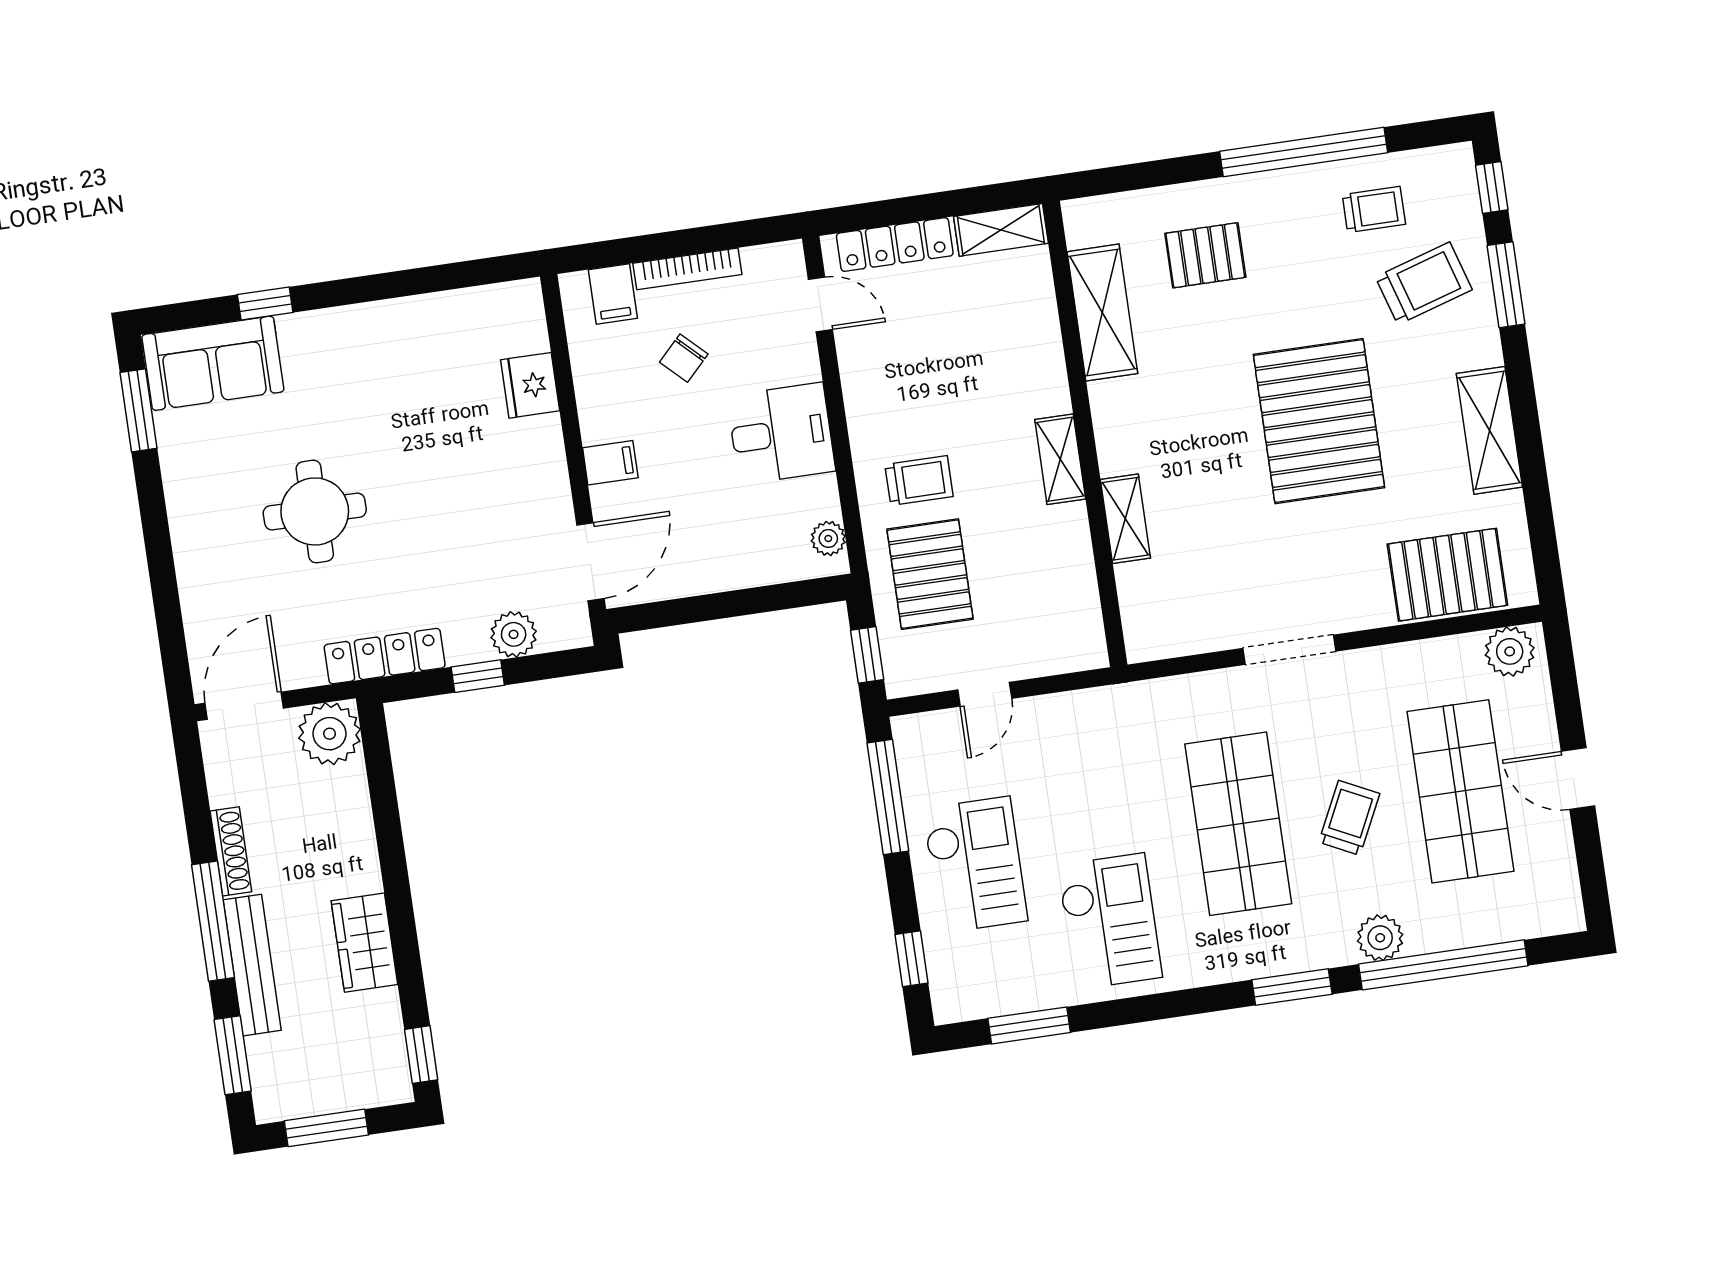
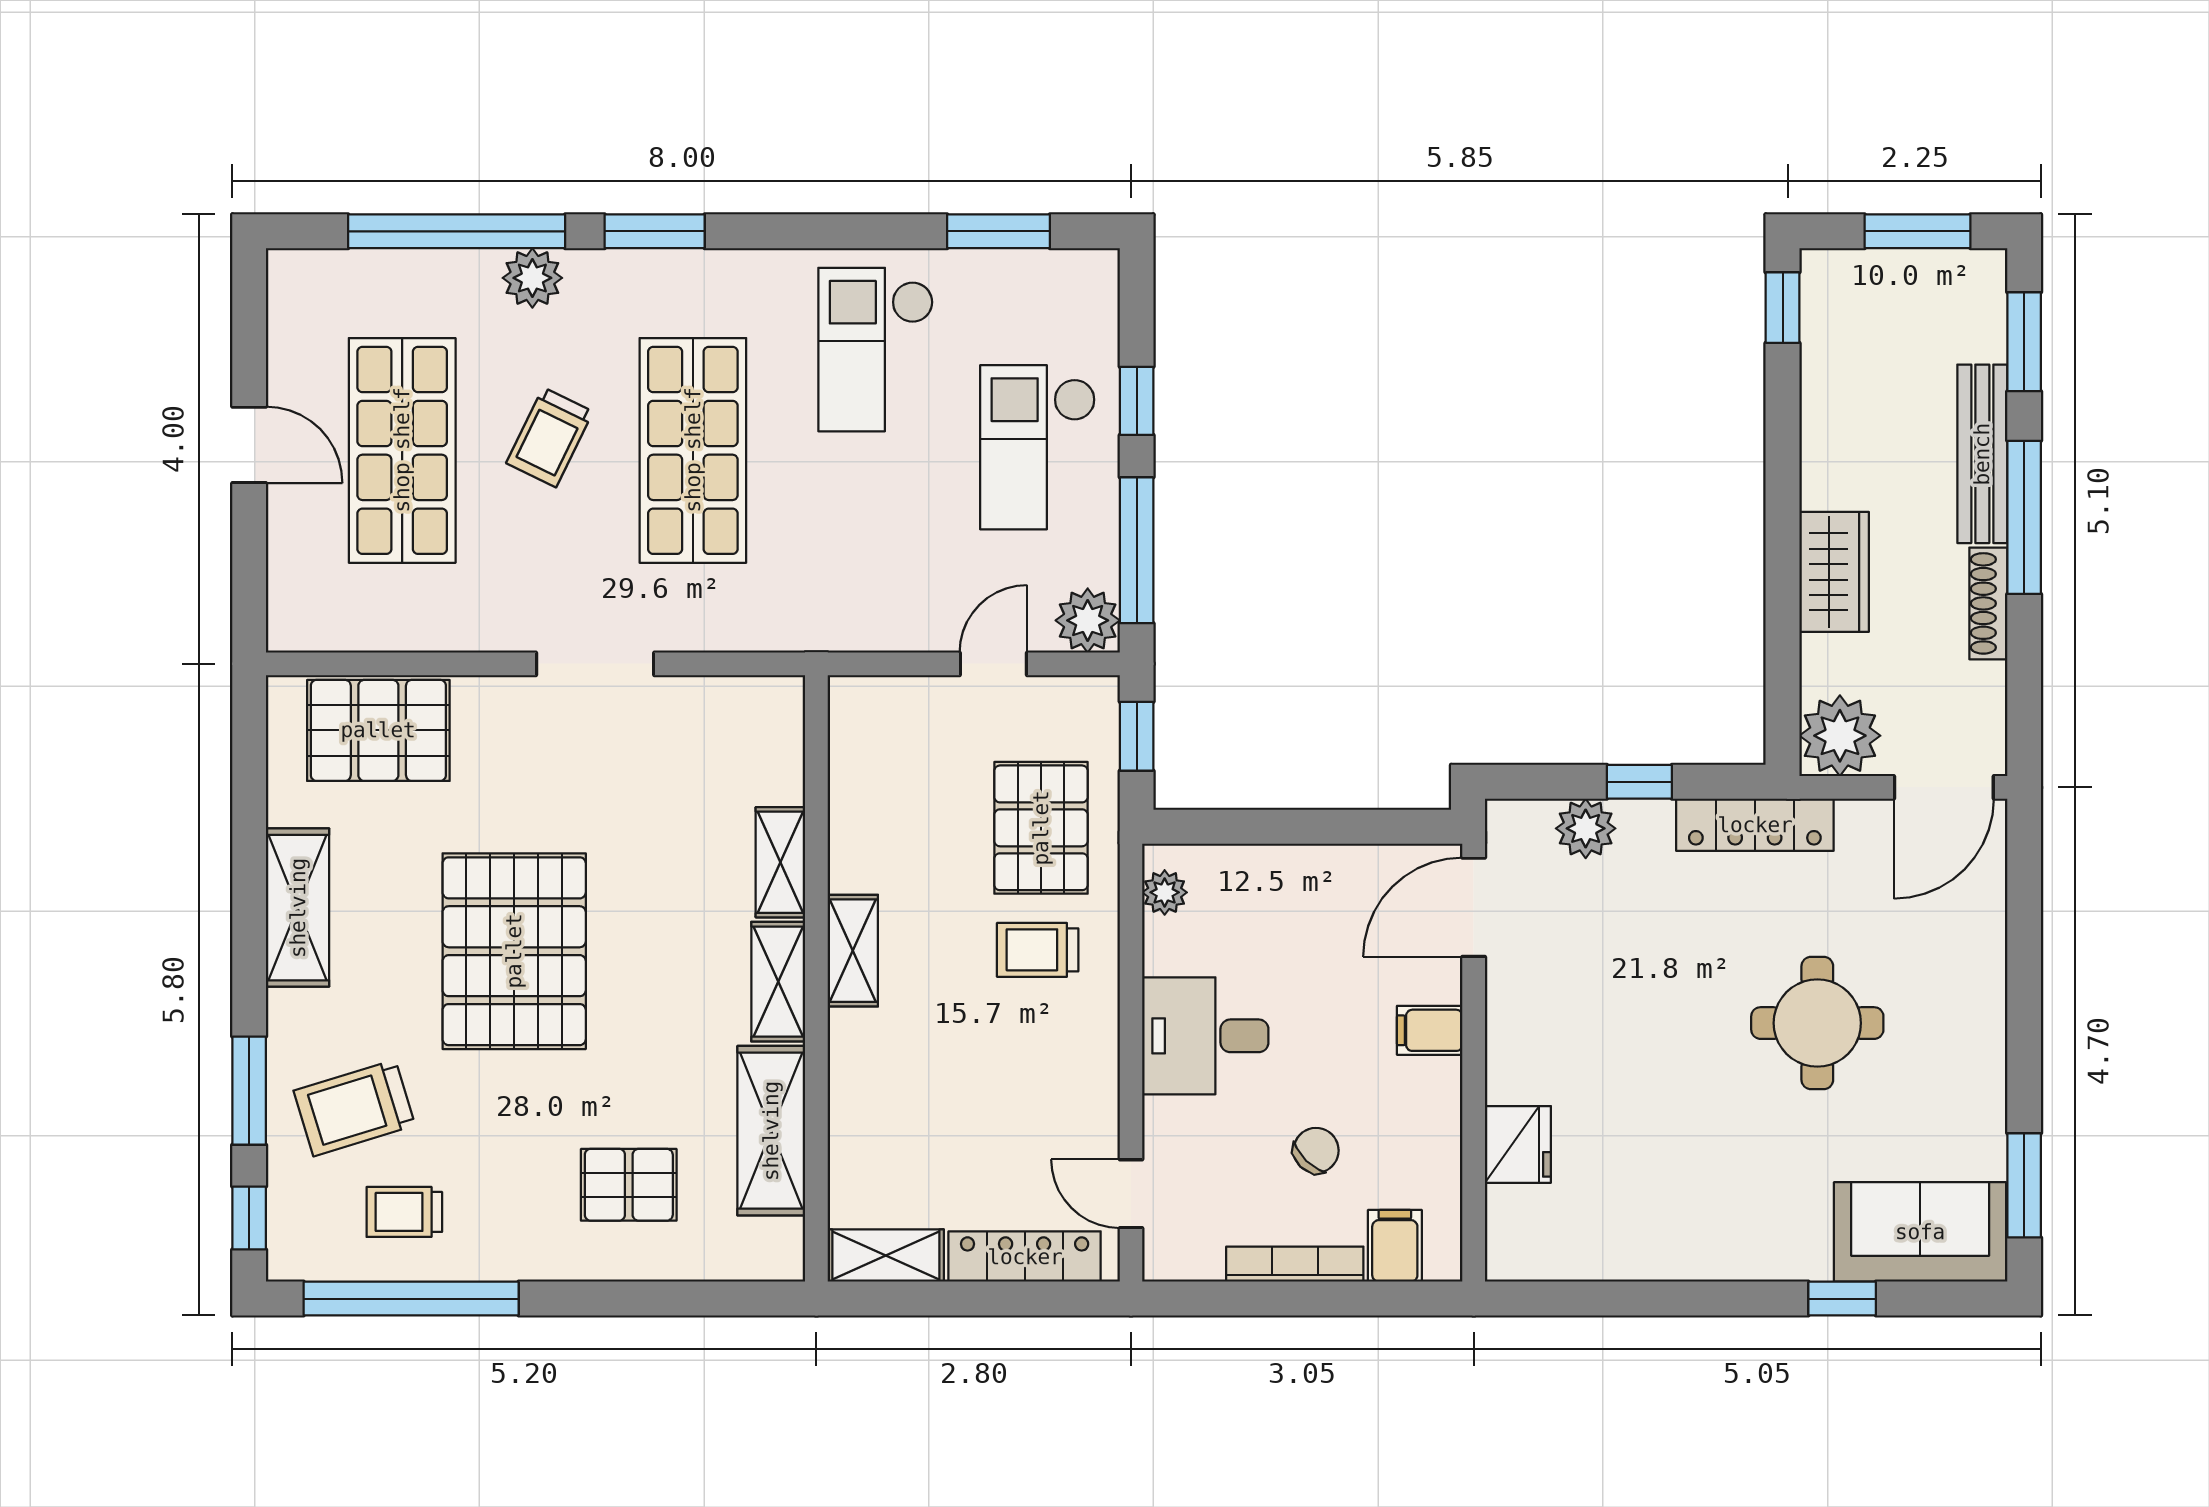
window: (1304, 152) -> (411, 1299), moved
shelving: (1114, 427) -> (778, 982), added
plant: (1510, 651) -> (1088, 620), moved
wardrobe: (364, 943) -> (1834, 572), moved
window: (911, 959) -> (1137, 401), moved

